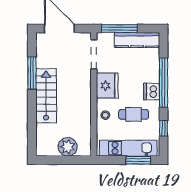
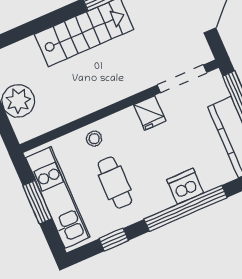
fridge: (107, 86) -> (150, 113), width x0.53, depth x0.75
dishwasher: (152, 91) -> (185, 186), moved
window: (138, 160) -> (37, 202), moved

